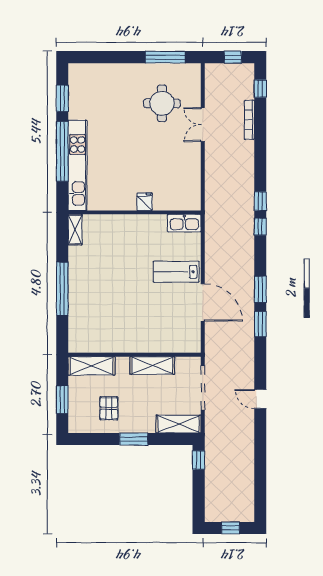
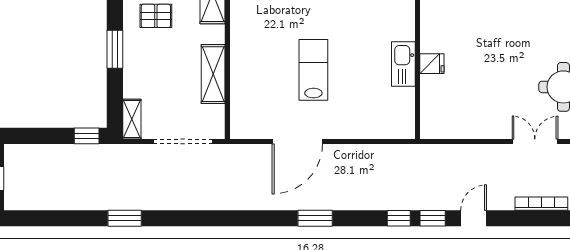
kitchen sink: (184, 223) -> (403, 64), moved
lab bench: (176, 272) -> (313, 70), moved
window: (260, 324) -> (125, 218), moved
door: (260, 399) -> (474, 218), moved
shelving: (179, 424) -> (132, 119), width x0.67, depth x0.75

